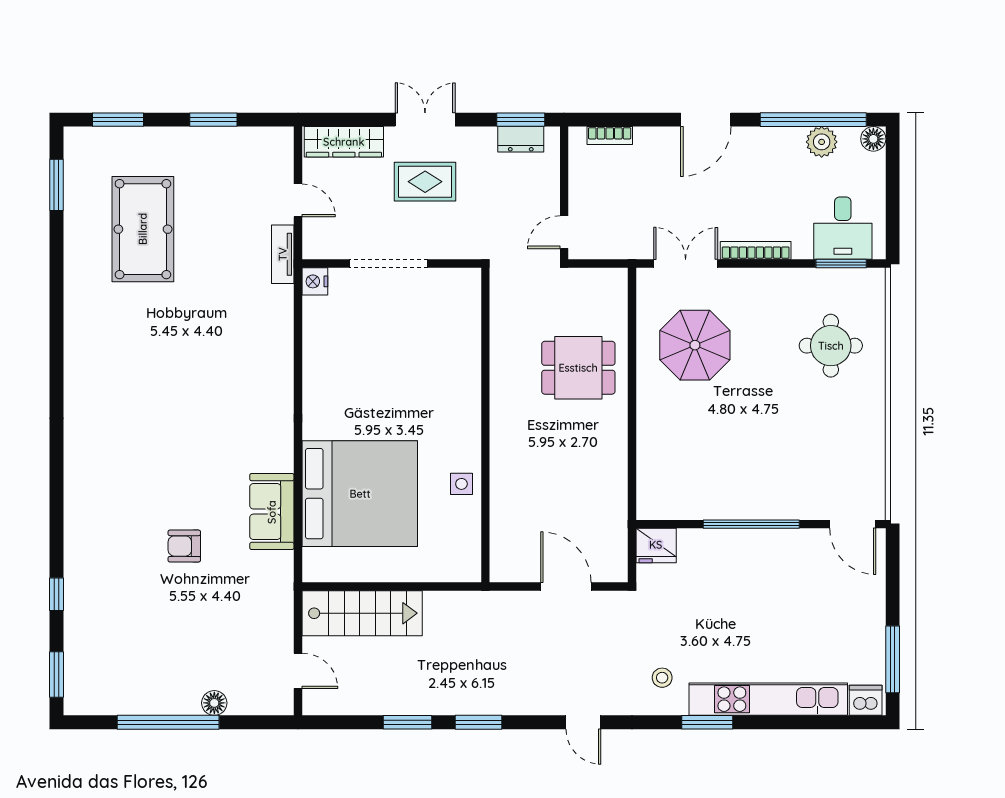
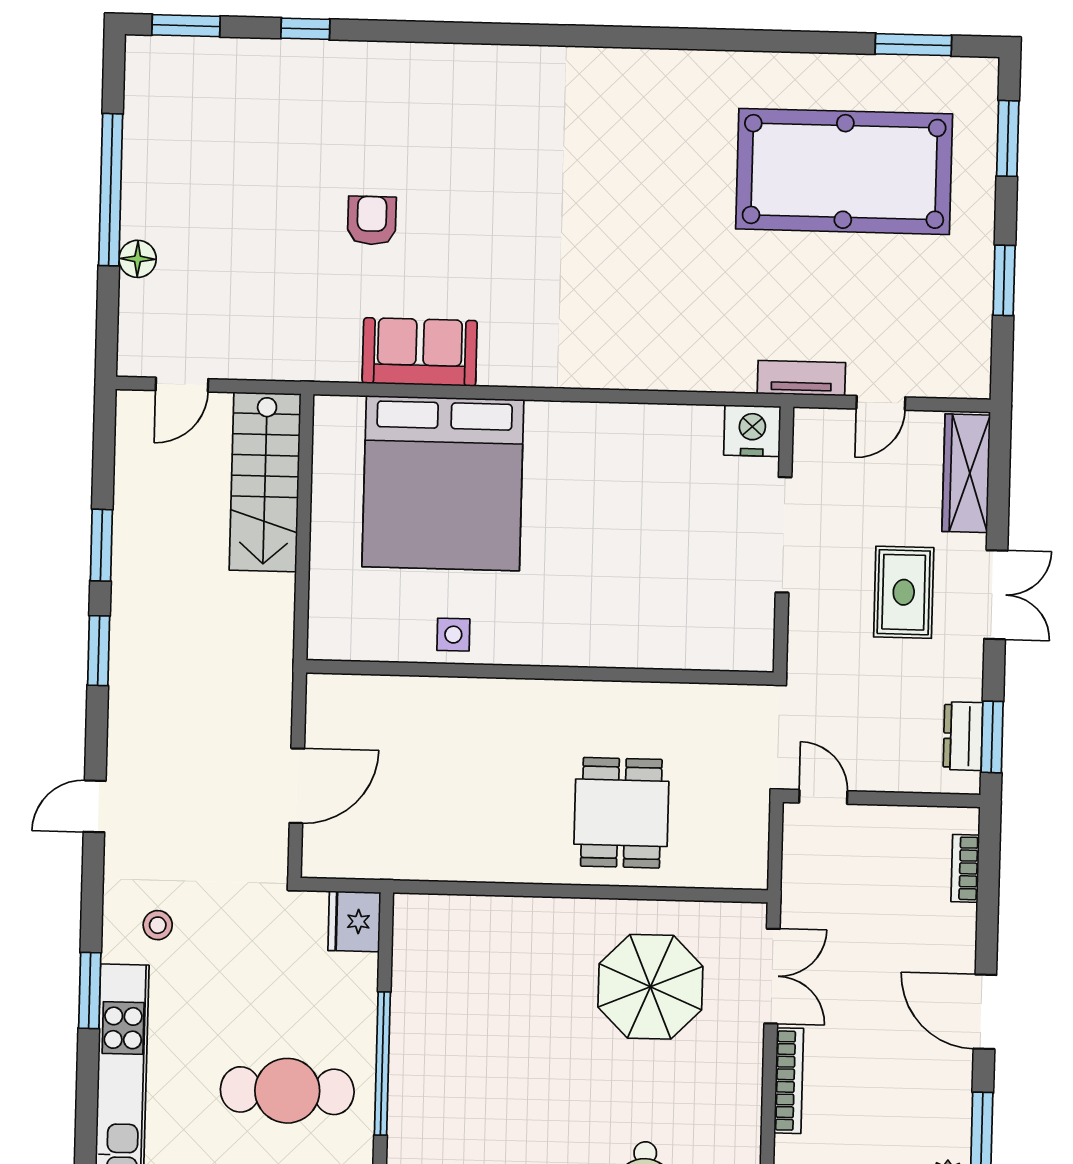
pool table: (143, 229) -> (844, 171), width x1.36, depth x1.32
nightstand: (315, 281) -> (752, 431), width x1.36, depth x1.33
cafe table: (771, 588) -> (287, 1091), added

